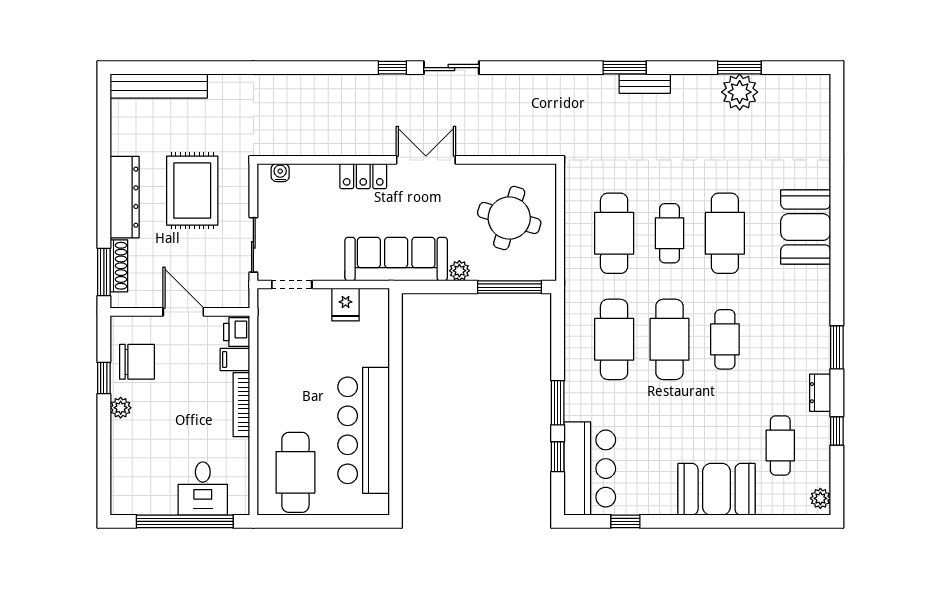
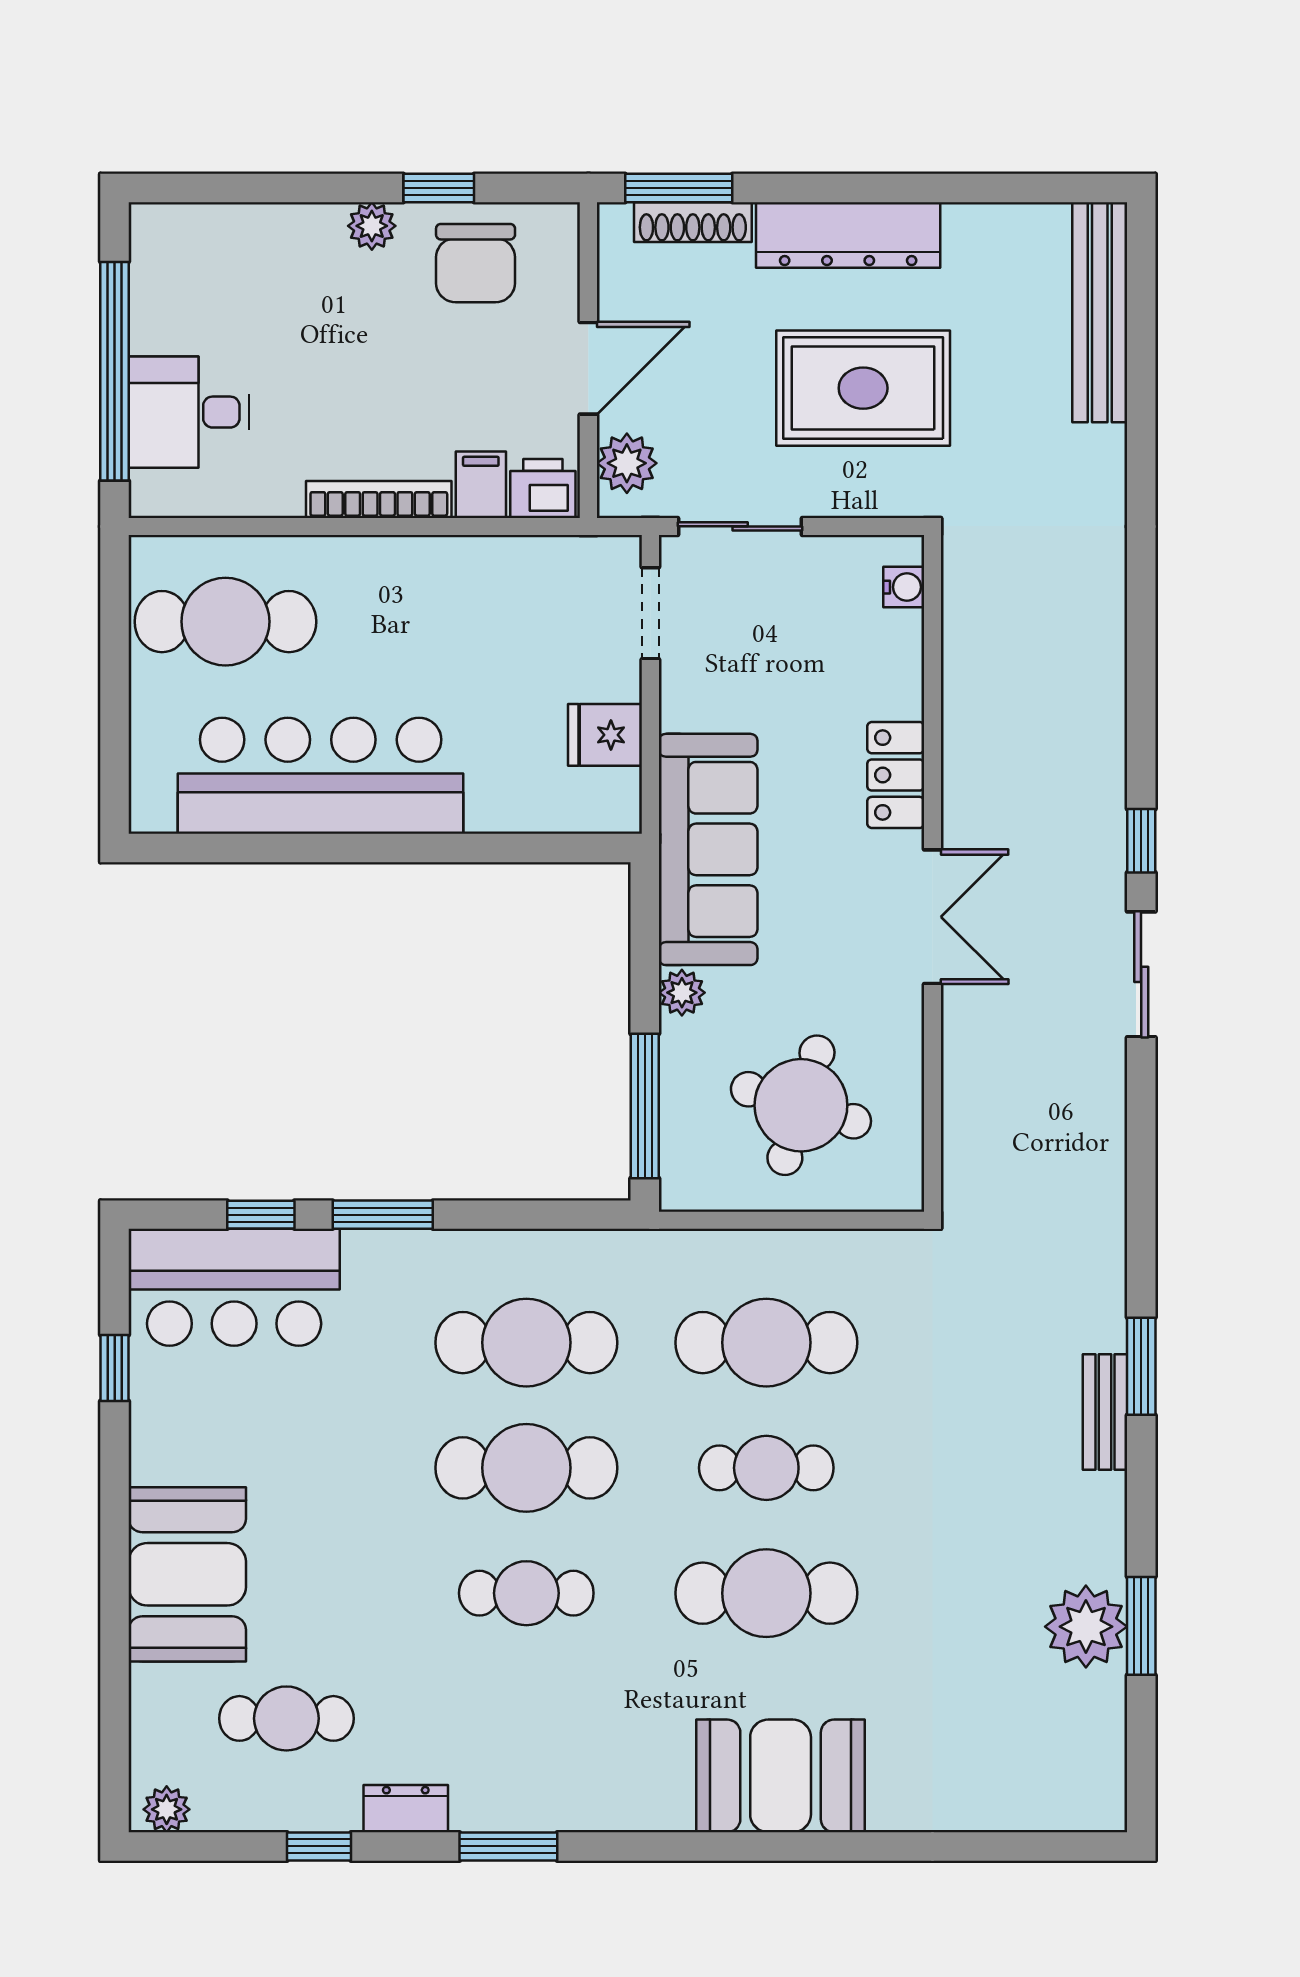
plant: (225, 295) -> (627, 463), added

